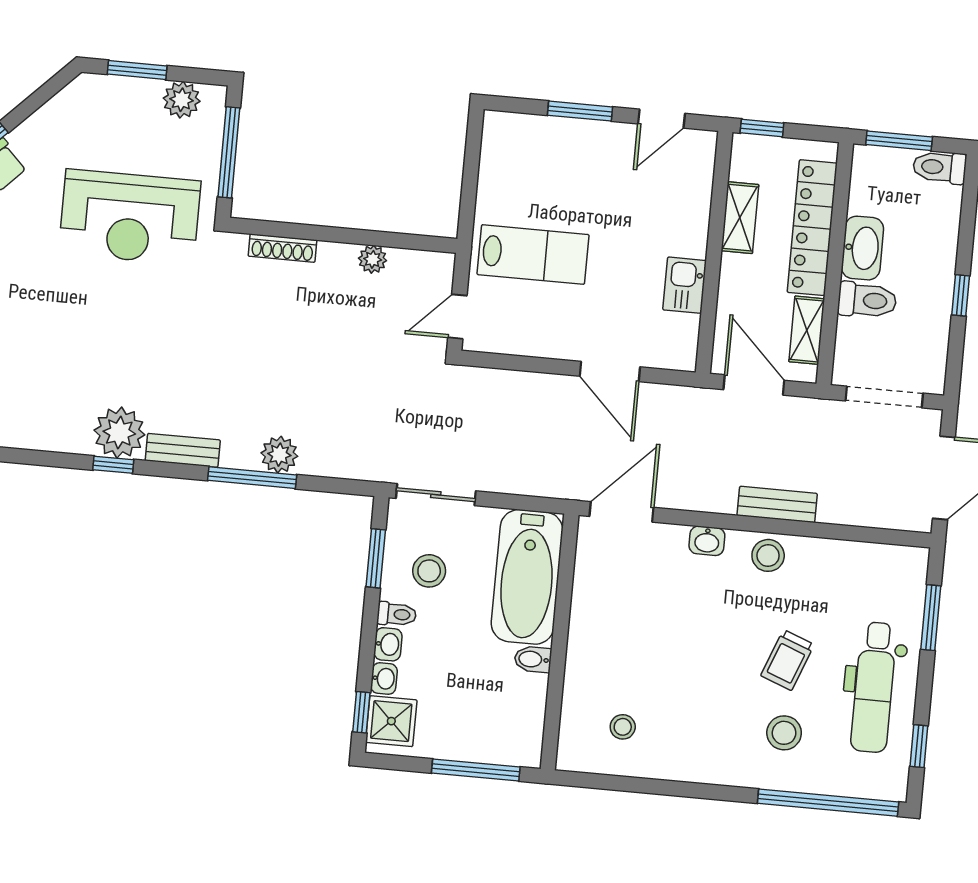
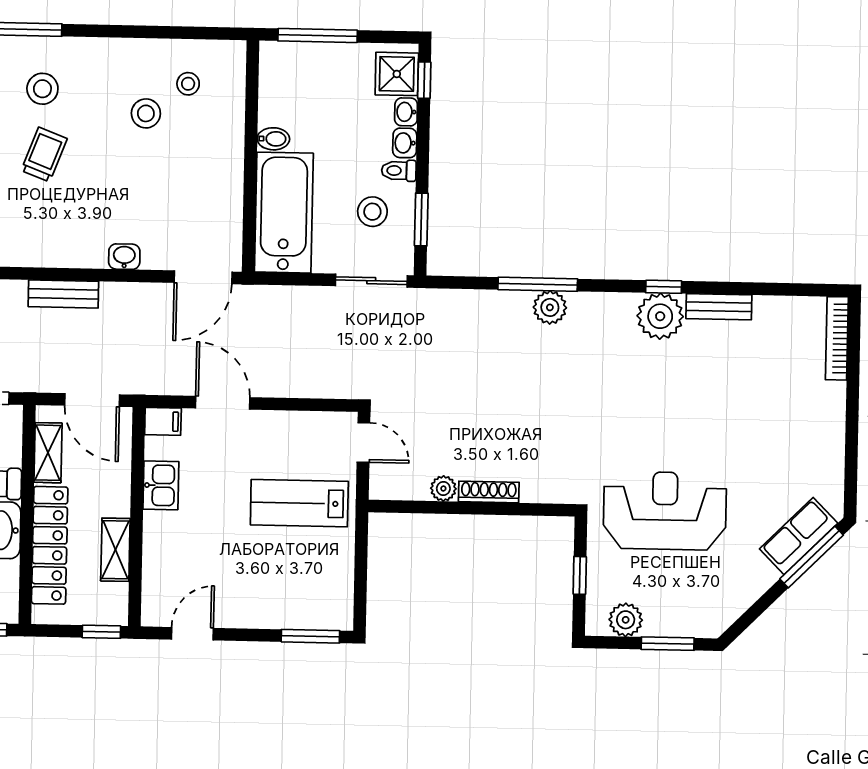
window: (580, 111) -> (310, 636), moved
window: (229, 152) -> (580, 575), width x0.46
shoe rack: (283, 248) -> (489, 492), moved
door: (457, 317) -> (363, 442), hinge flipped
filing cabinet: (677, 356) -> (163, 421), added
bench: (183, 450) -> (719, 307), moved
plant: (279, 455) -> (550, 307), moved
stool: (768, 555) -> (146, 113), moved

